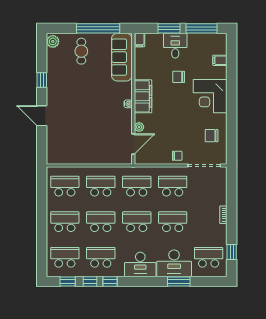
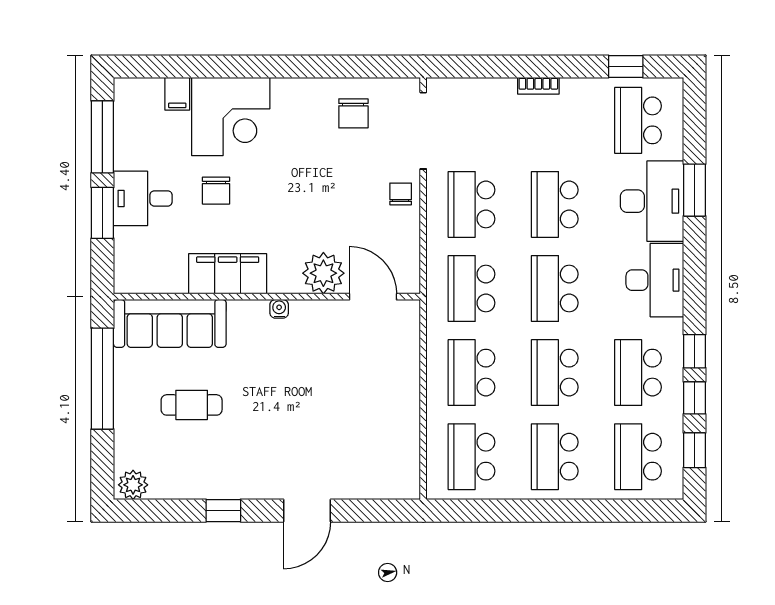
filing cabinet: (140, 40) -> (129, 282), removed
cafe table: (81, 51) -> (192, 405), moved
filing cabinet: (143, 96) -> (228, 274), moved
corner desk: (210, 96) -> (231, 117), moved
plant: (139, 127) -> (323, 273), width x1.87, depth x1.87

